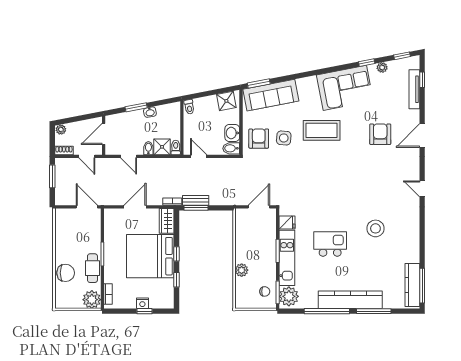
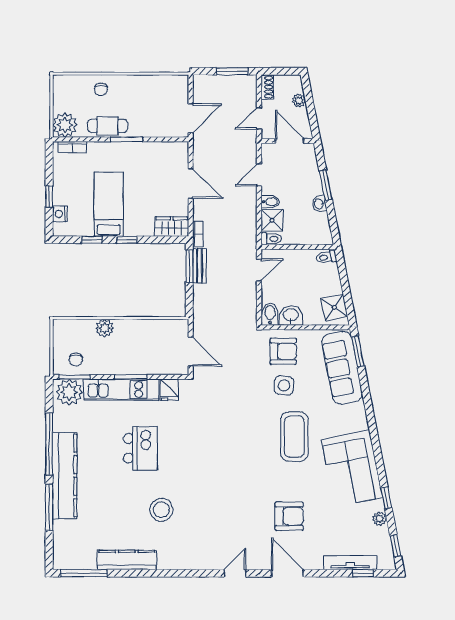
plant: (61, 130) -> (299, 101), moved
door: (422, 189) -> (235, 573), moved
bed: (150, 256) -> (109, 204), width x0.49
chair: (66, 273) -> (101, 89), width x0.54, depth x0.54
kitchen counter: (412, 285) -> (127, 560), moved
nightstand: (142, 303) -> (60, 214), moved

